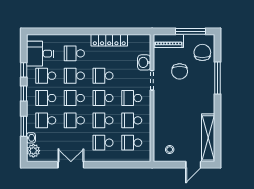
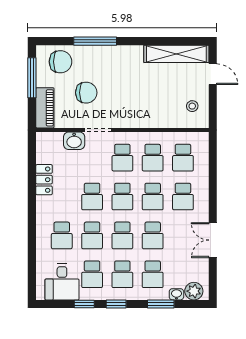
locker: (109, 40) -> (44, 180), width x0.66
chair: (202, 52) -> (60, 62), turned 180

